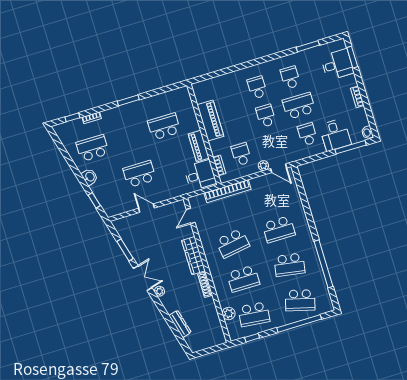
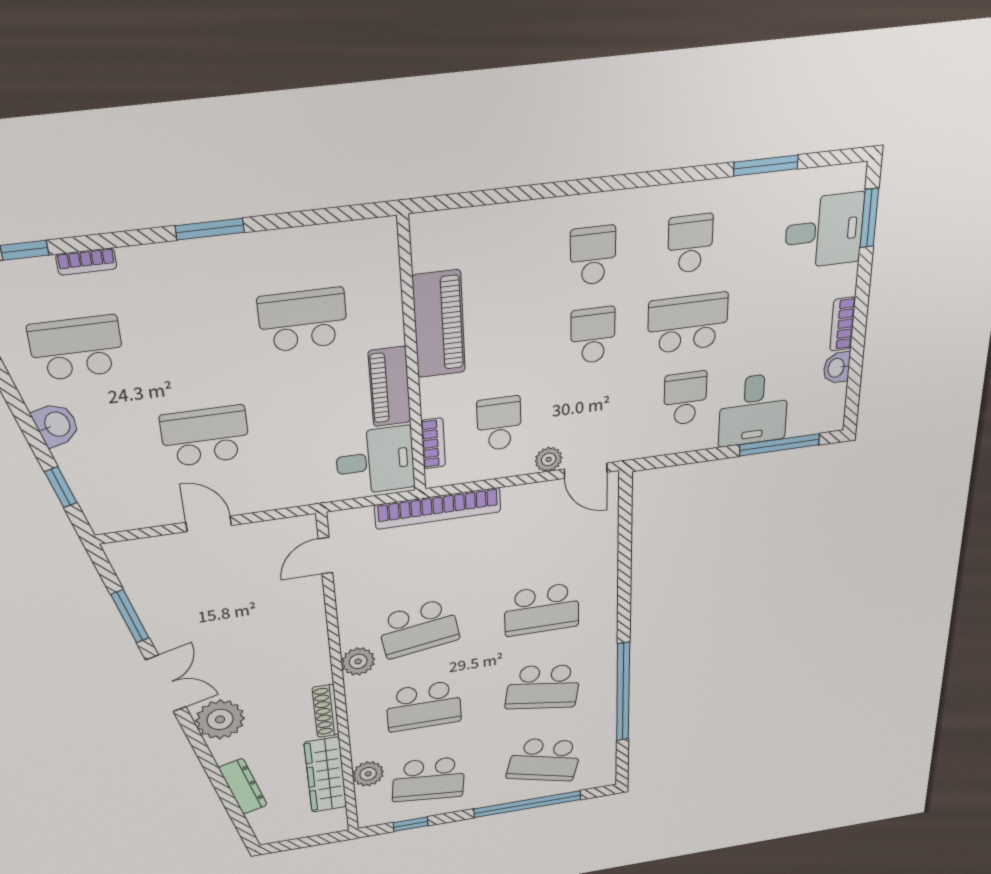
washbasin: (367, 132) -> (837, 368), moved
wardrobe: (193, 256) -> (326, 775), moved
plant: (213, 261) -> (358, 661), added
plant: (159, 291) -> (220, 719), width x1.88, depth x1.88

